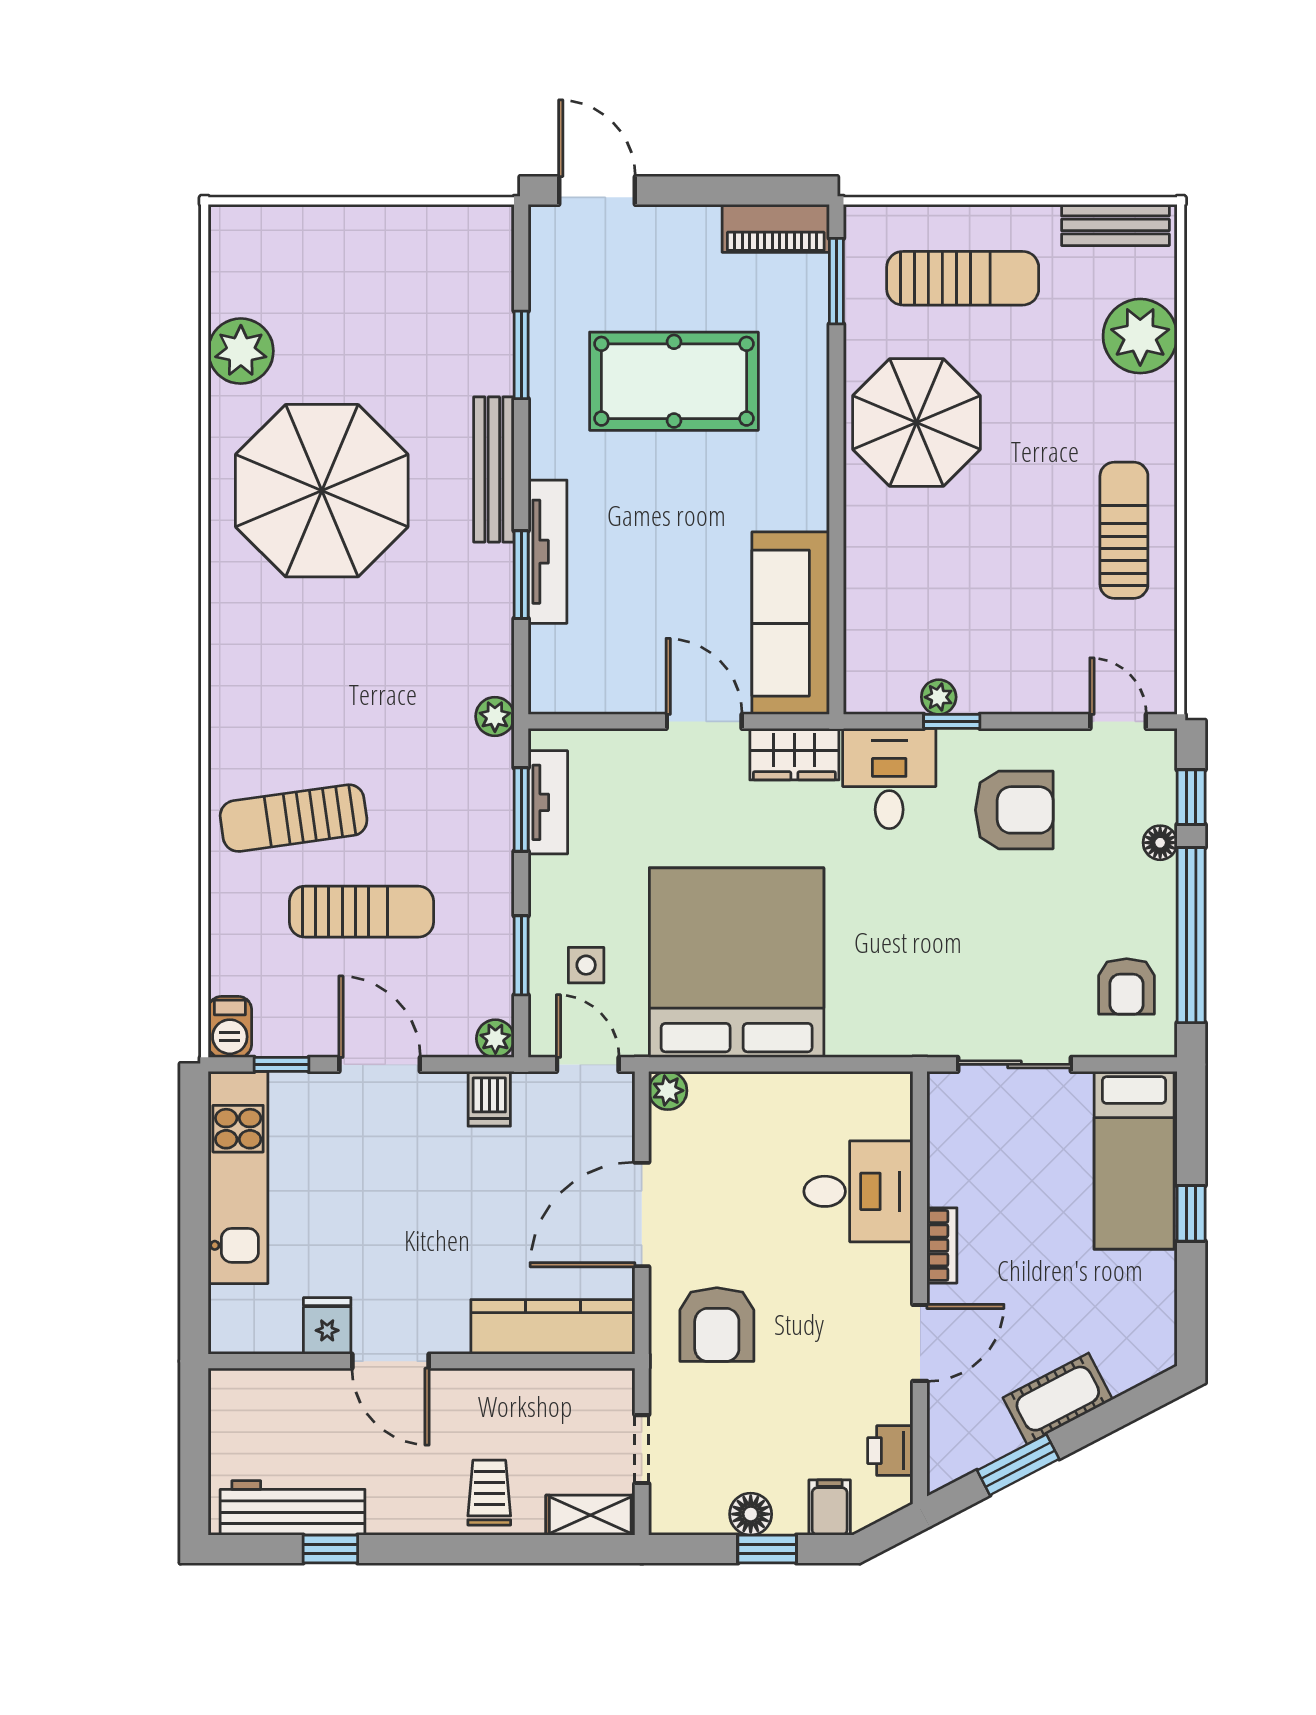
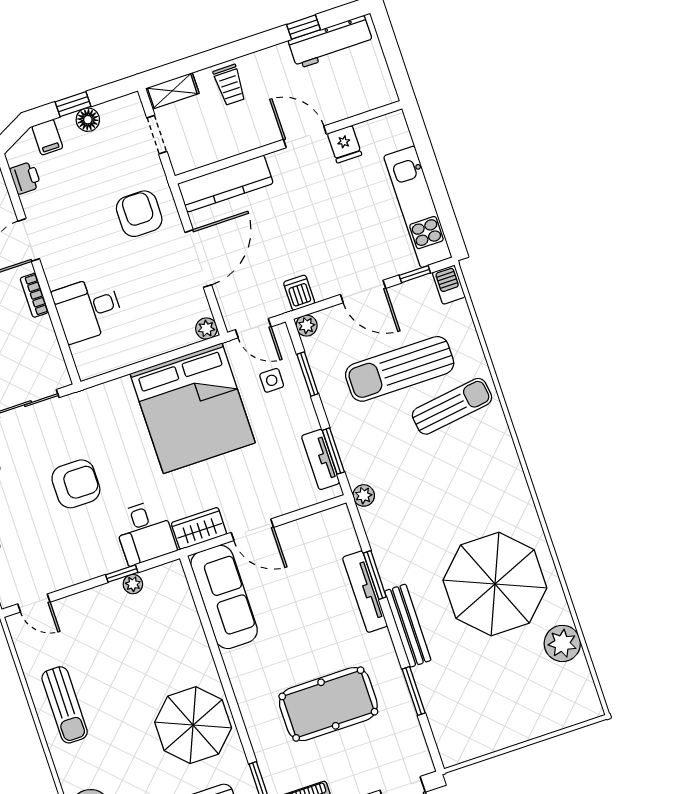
armchair: (1014, 810) -> (76, 484), moved, turned 180
sun lounger: (361, 912) -> (400, 369), width x1.36, depth x1.34

